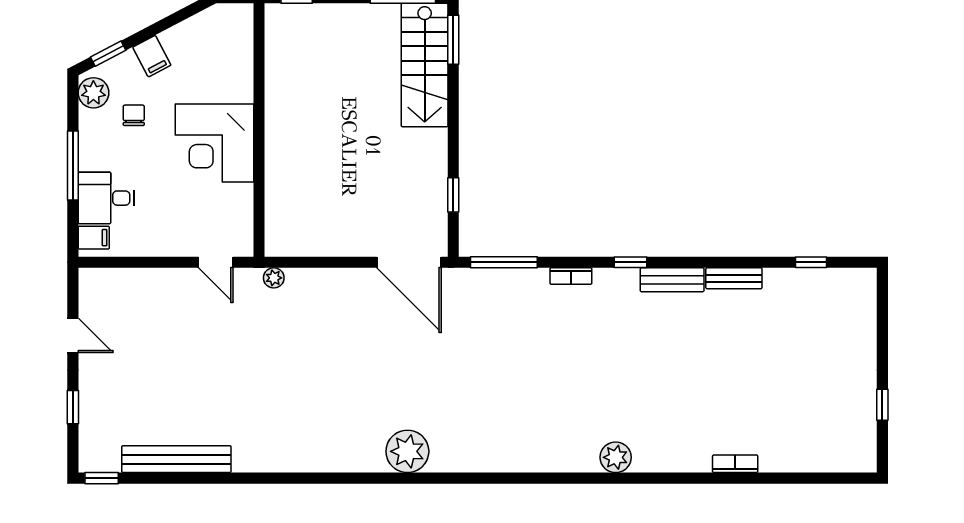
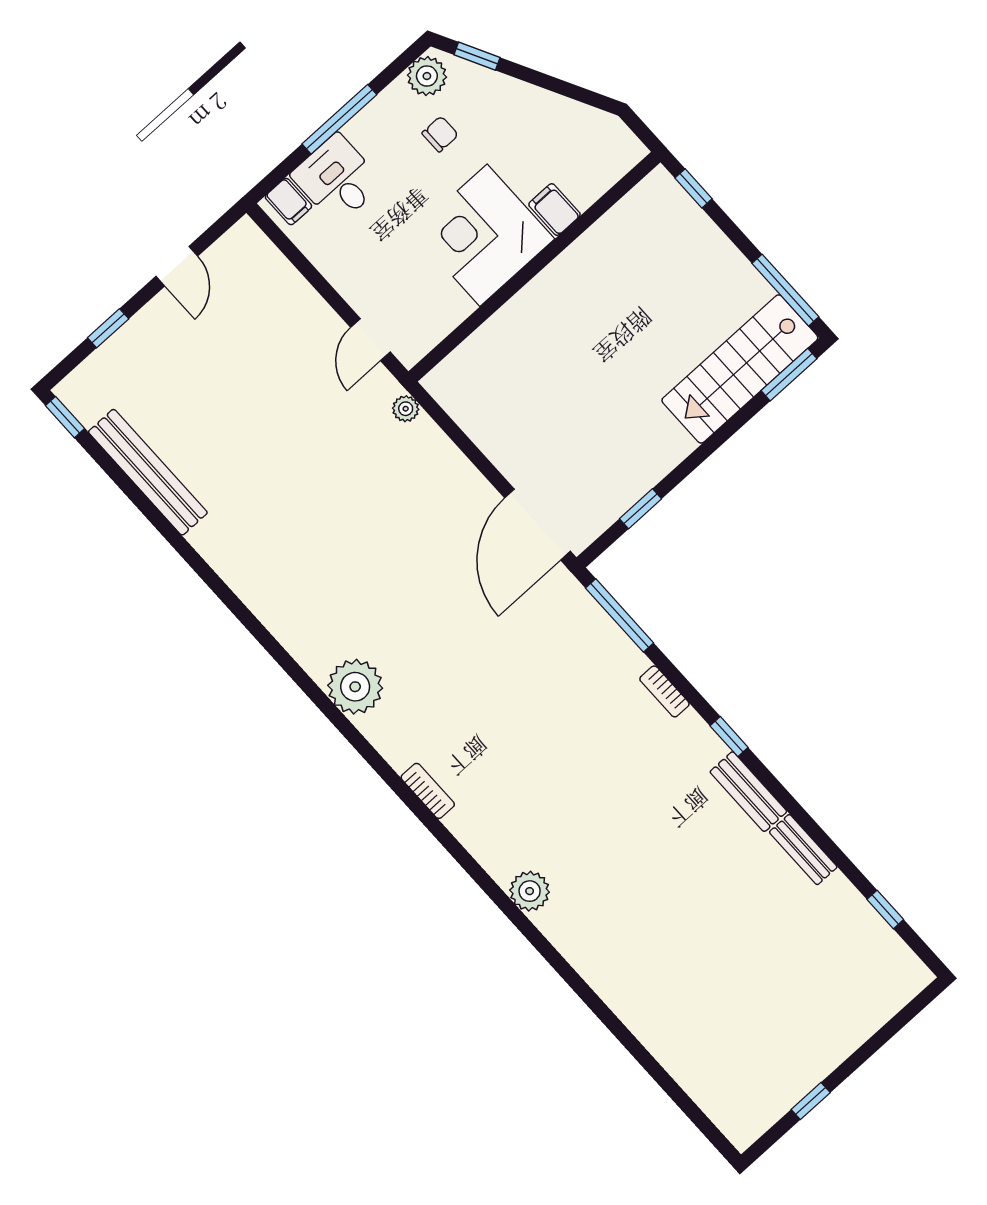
filing cabinet: (152, 56) -> (554, 210), moved, turned 118
bookcase: (735, 464) -> (428, 791), moved

